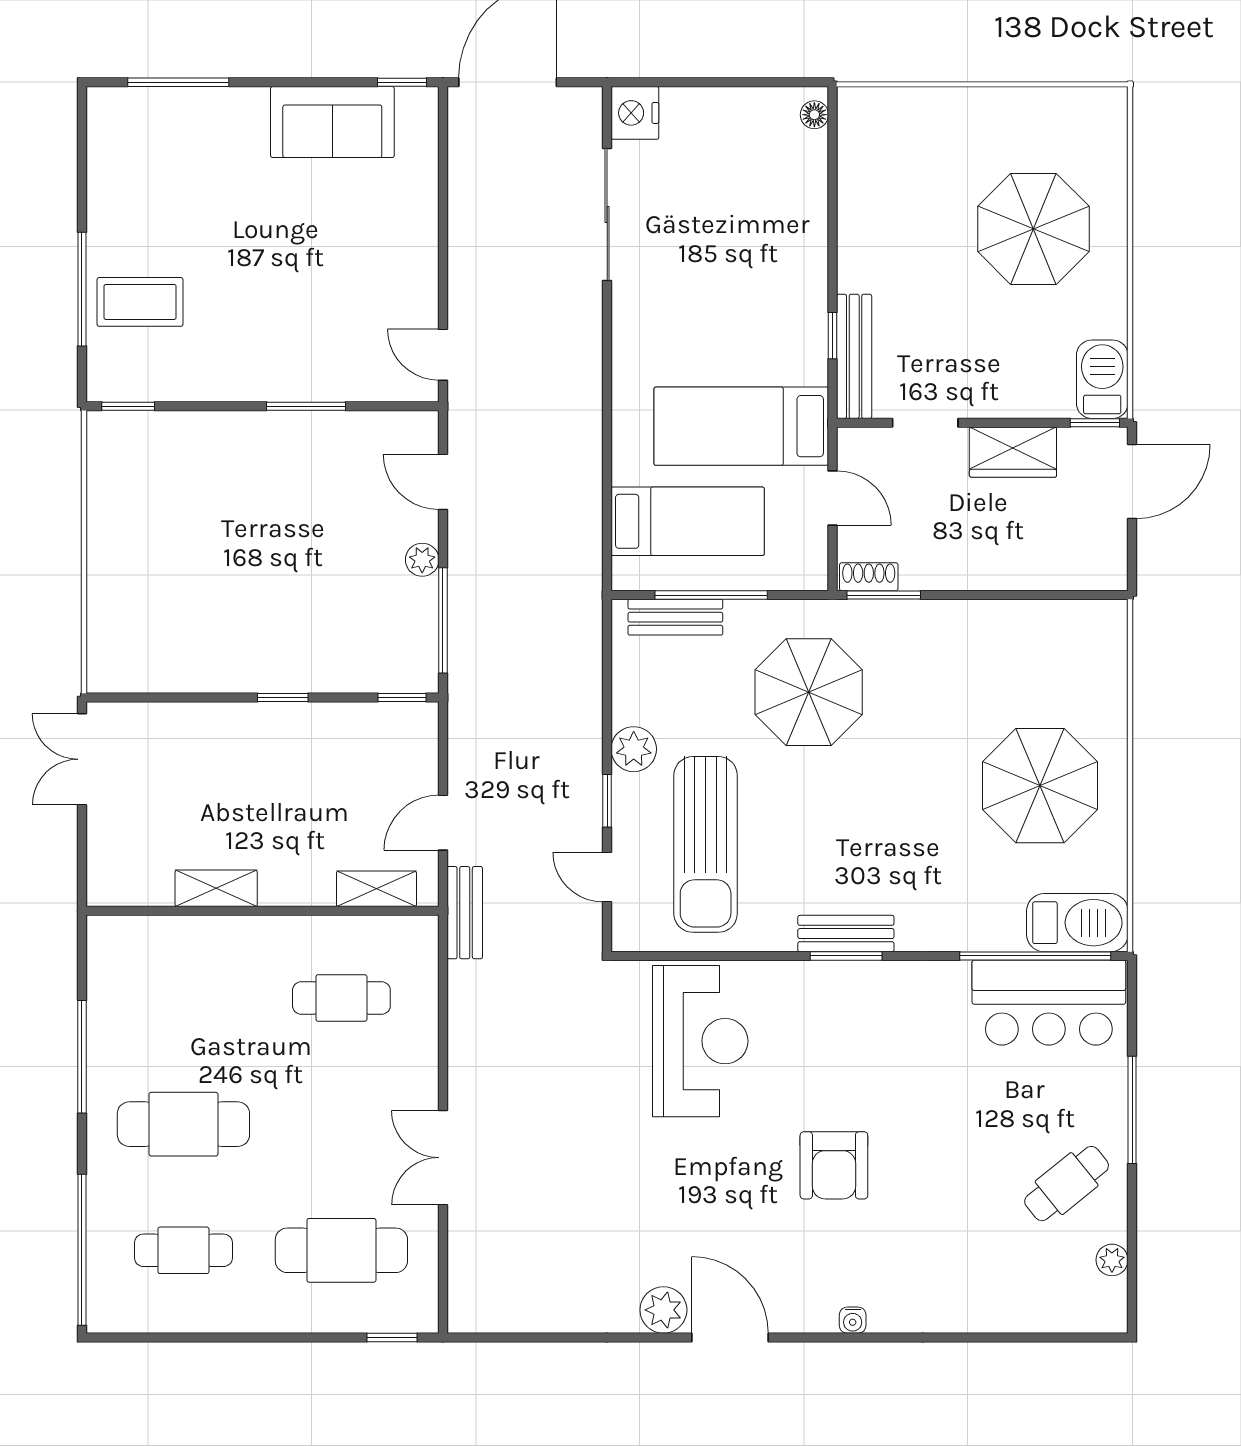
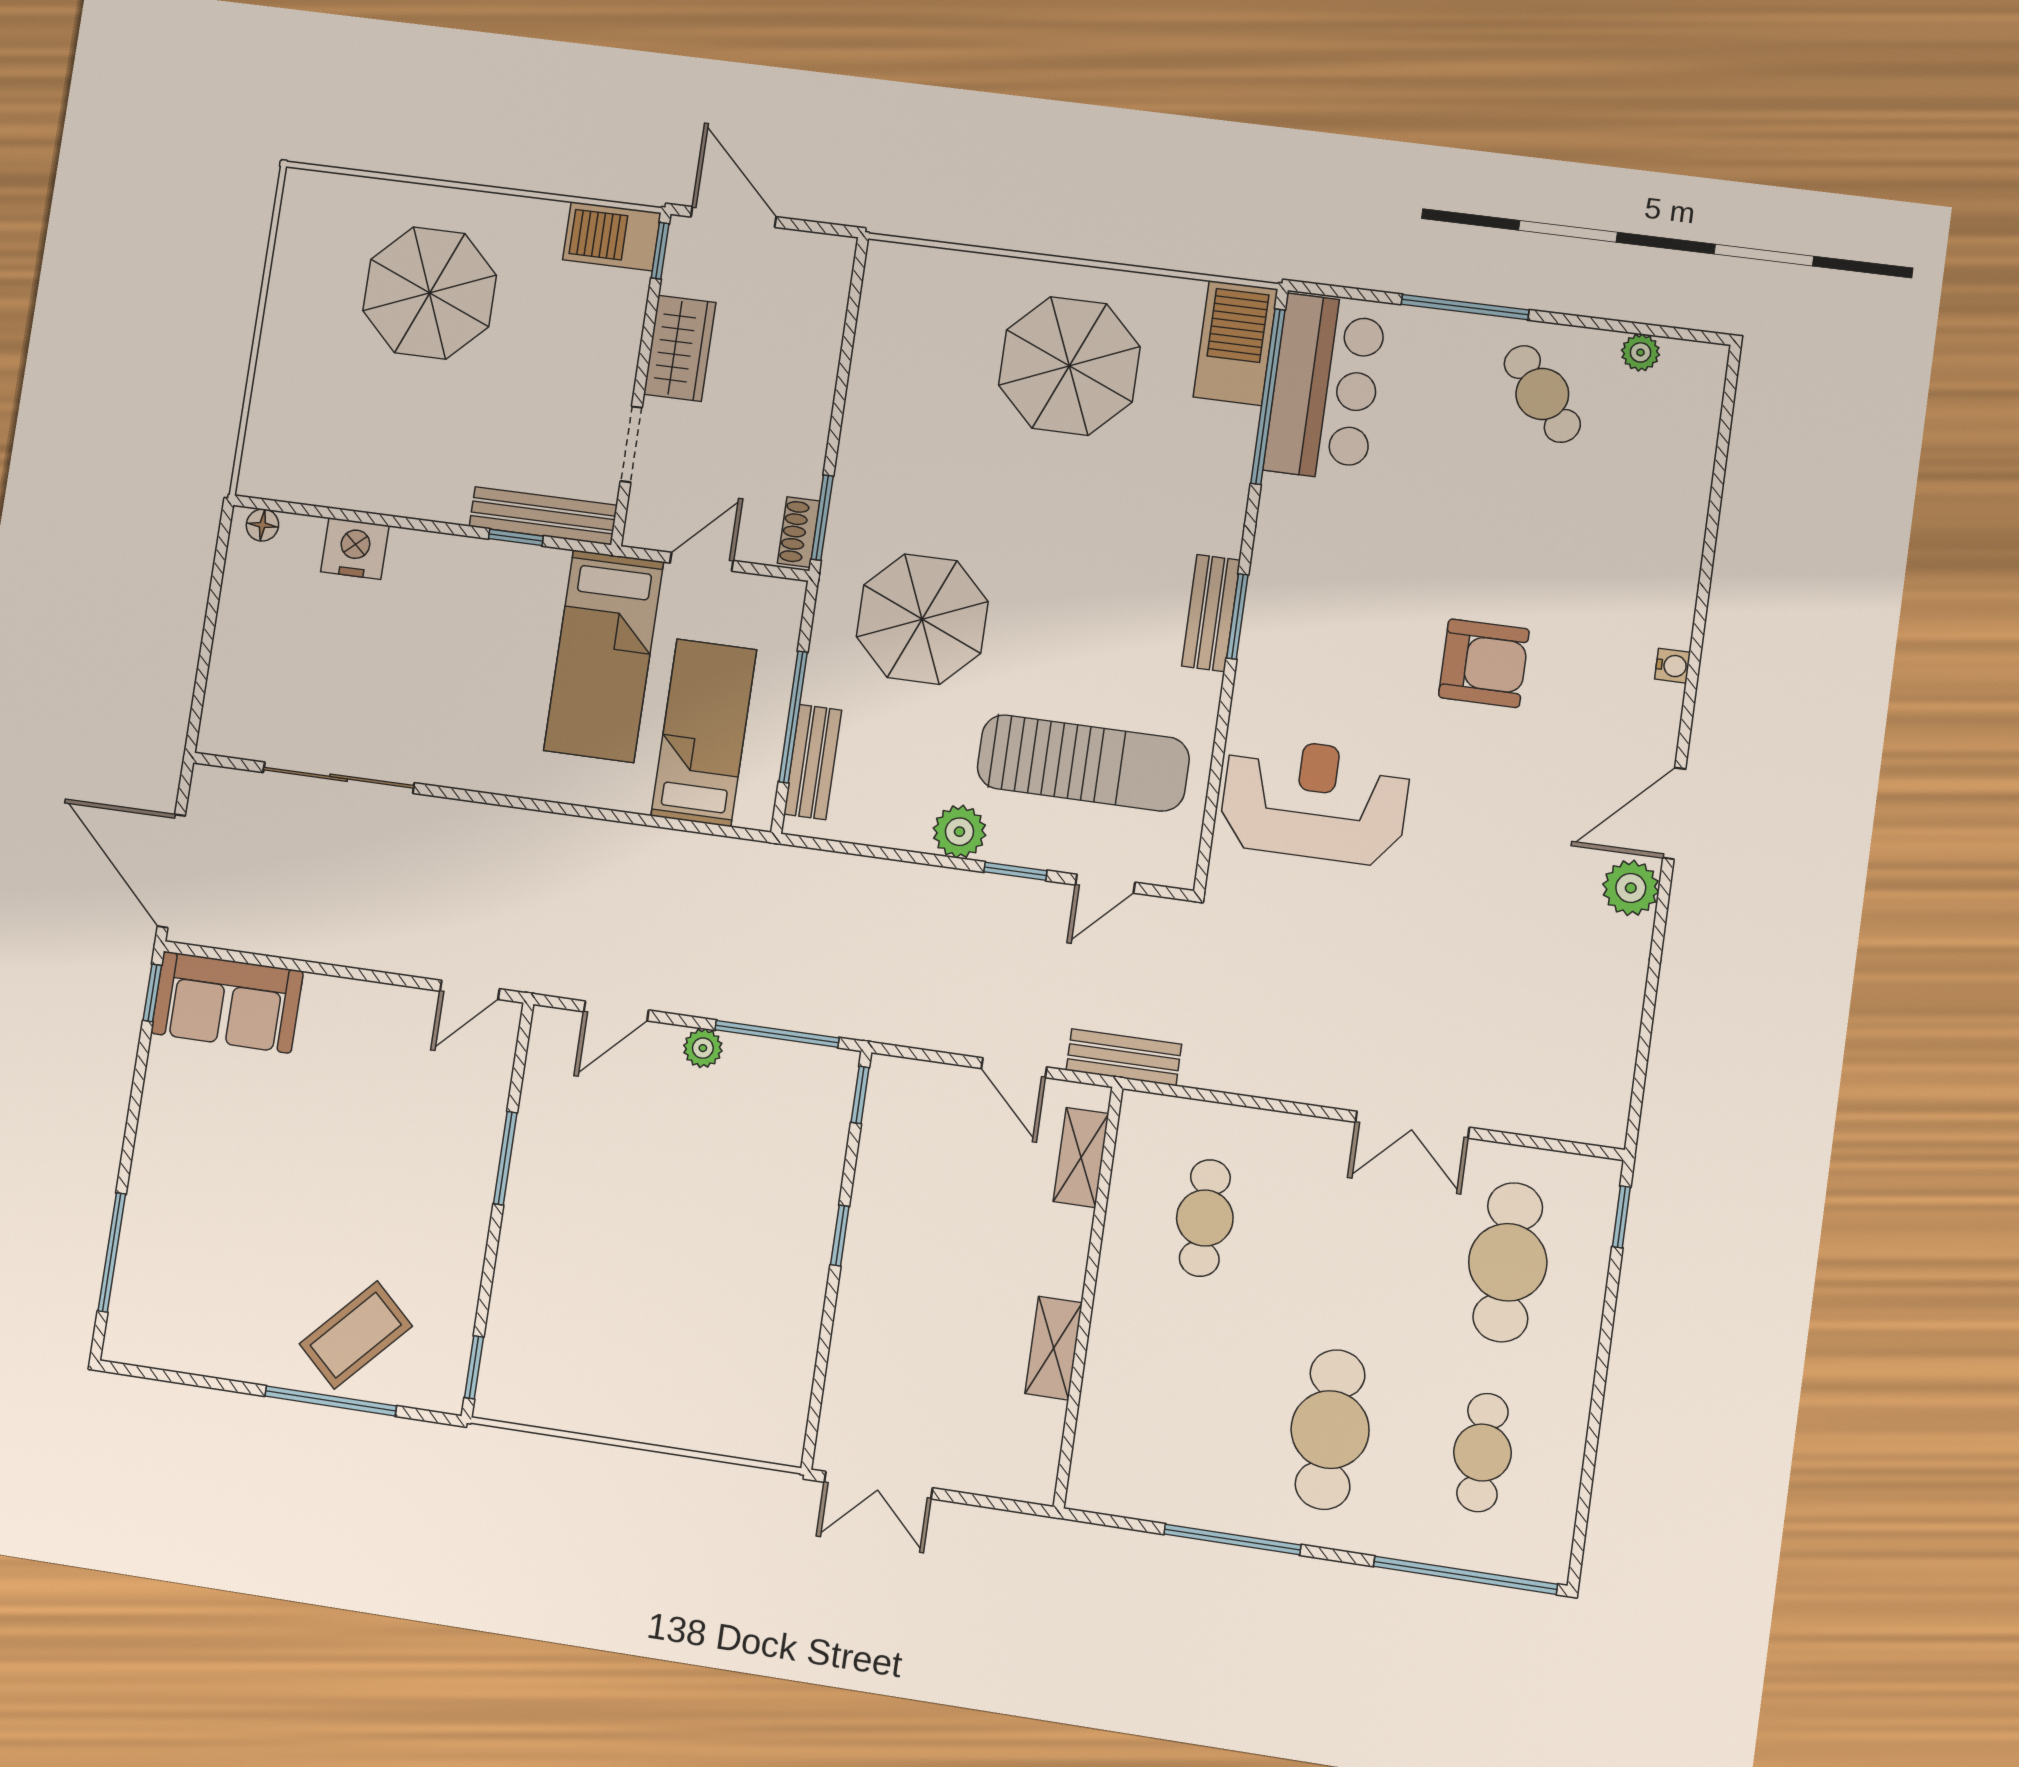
nightstand: (635, 113) -> (355, 549), moved, turned 180
sofa: (332, 122) -> (227, 1002), moved, turned 90
coffee table: (140, 302) -> (356, 1335), turned 43

